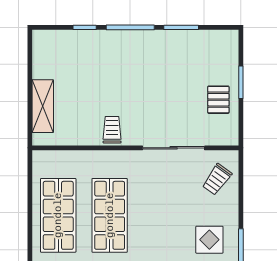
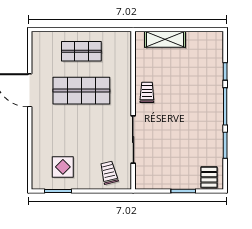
pallet: (218, 100) -> (209, 177), moved, turned 90
trolley: (112, 130) -> (147, 92), turned -90
trolley: (217, 179) -> (109, 173), turned 40
shop shelf: (58, 215) -> (81, 51), width x0.70, depth x0.74

